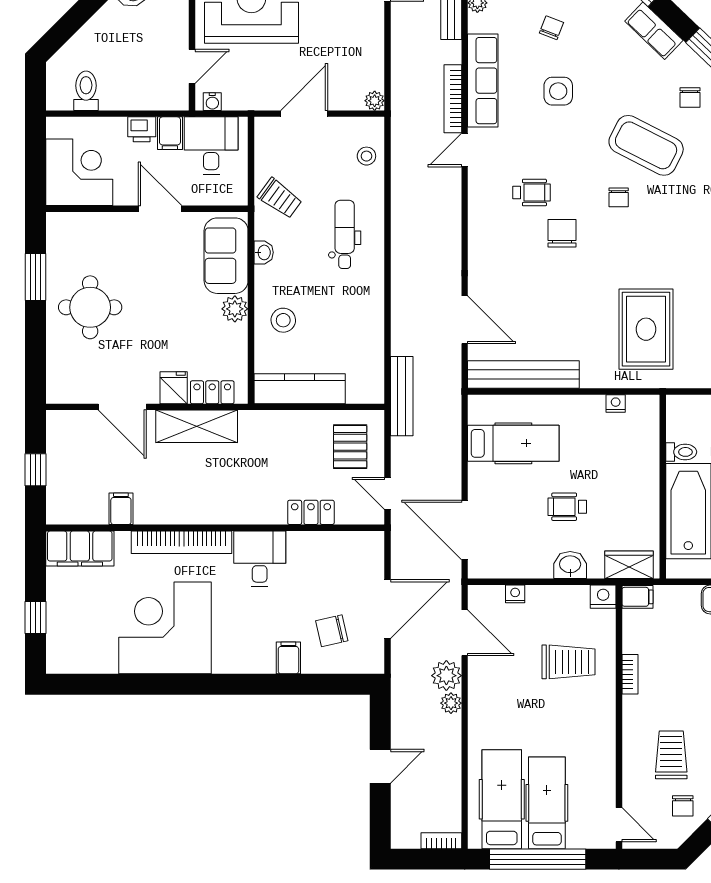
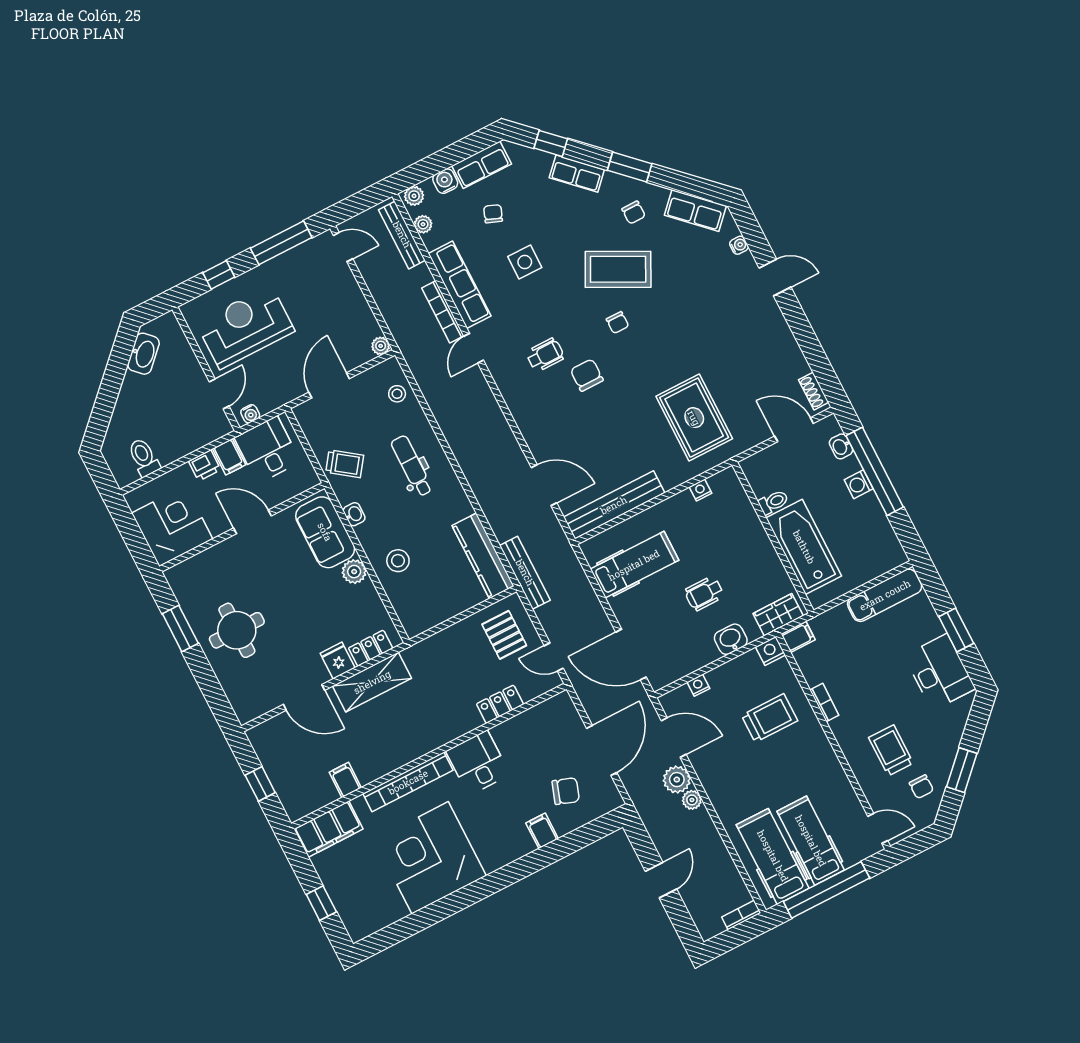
kitchen counter: (300, 389) -> (483, 556), moved, turned -90
chair: (332, 631) -> (566, 791), turned -148

